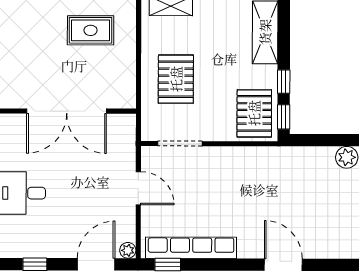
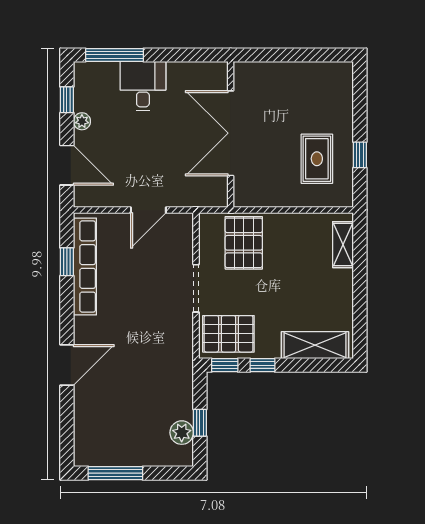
pallet: (176, 79) -> (244, 243), moved, turned 90
window: (338, 140) -> (200, 423), added
doorway: (180, 144) -> (196, 288), moved
plant: (128, 250) -> (82, 121), moved
window: (168, 264) -> (67, 262), moved

